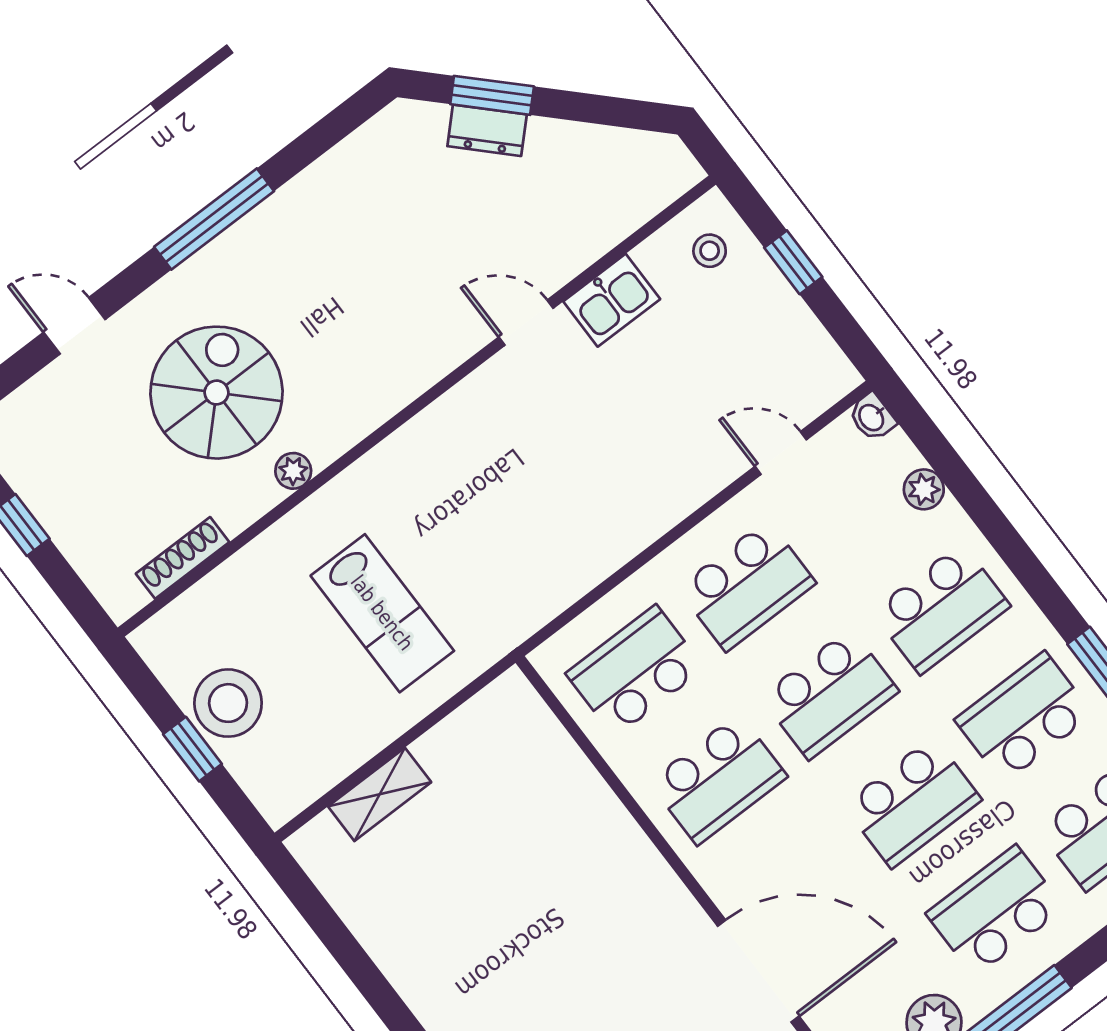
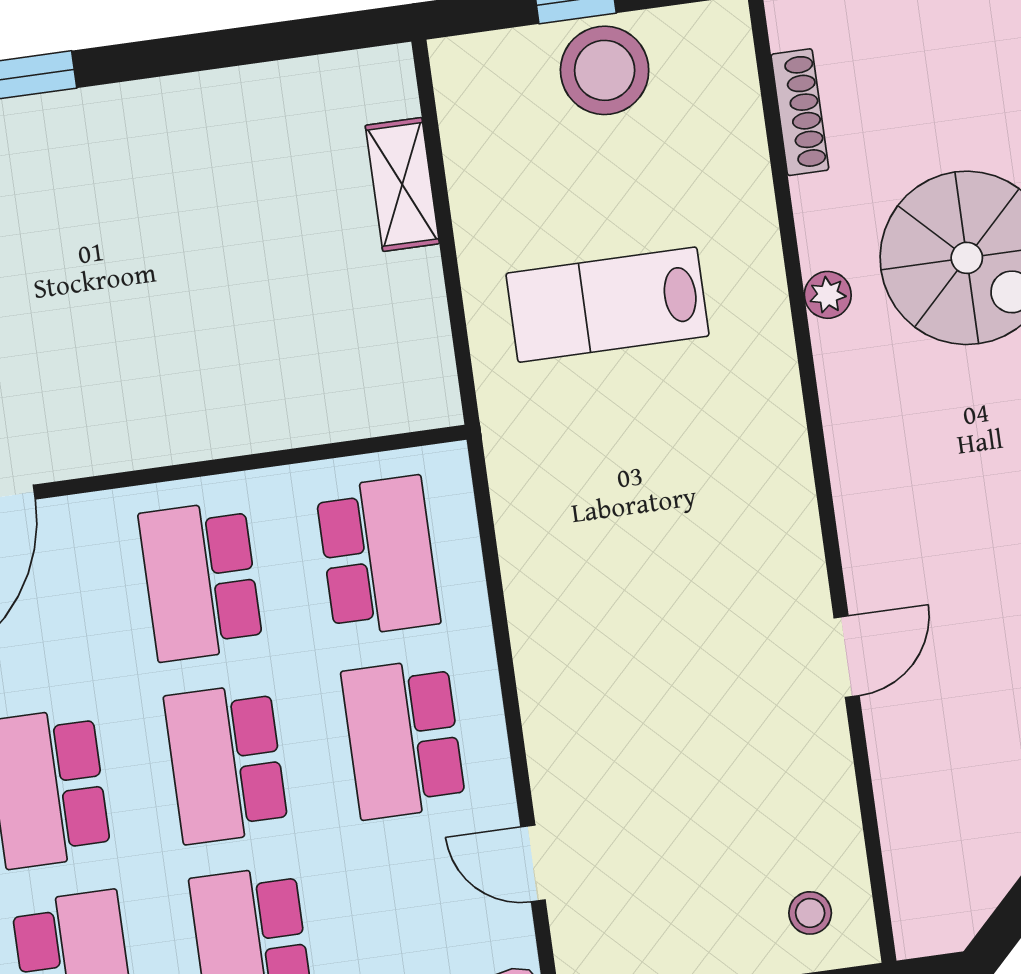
kitchen sink: (612, 300) -> (817, 769), removed
door: (781, 453) -> (533, 863), swing flipped

